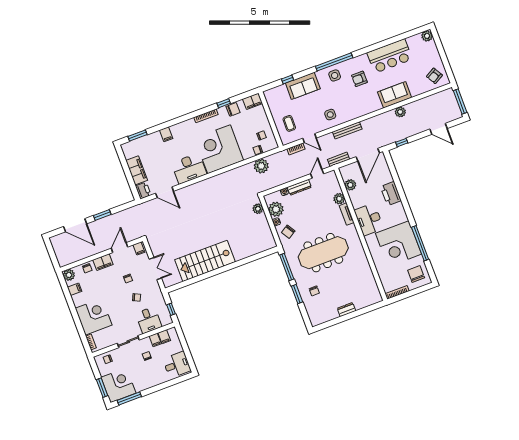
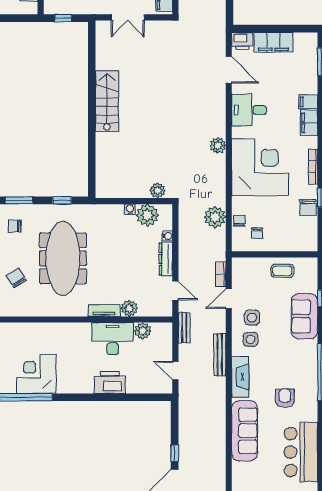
side table: (335, 75) -> (252, 318), moved
sofa: (395, 95) -> (245, 431), width x1.36
filing cabinet: (253, 101) -> (309, 123), moved
fireplace: (357, 112) -> (240, 377), added
plant: (400, 112) -> (218, 145), moved
coffee table: (289, 123) -> (282, 271), moved
window: (402, 143) -> (175, 453), moved
door: (368, 155) -> (175, 371), width x0.53
desk: (189, 168) -> (249, 110), width x0.73
door: (165, 192) -> (229, 70), swing flipped
desk: (369, 219) -> (113, 339), moved
chair: (288, 232) -> (16, 278), moved
corner desk: (398, 244) -> (36, 374), width x0.74, depth x0.74
stairs: (205, 261) -> (107, 101), width x0.73, depth x0.66
window: (287, 267) -> (62, 200), width x0.46

